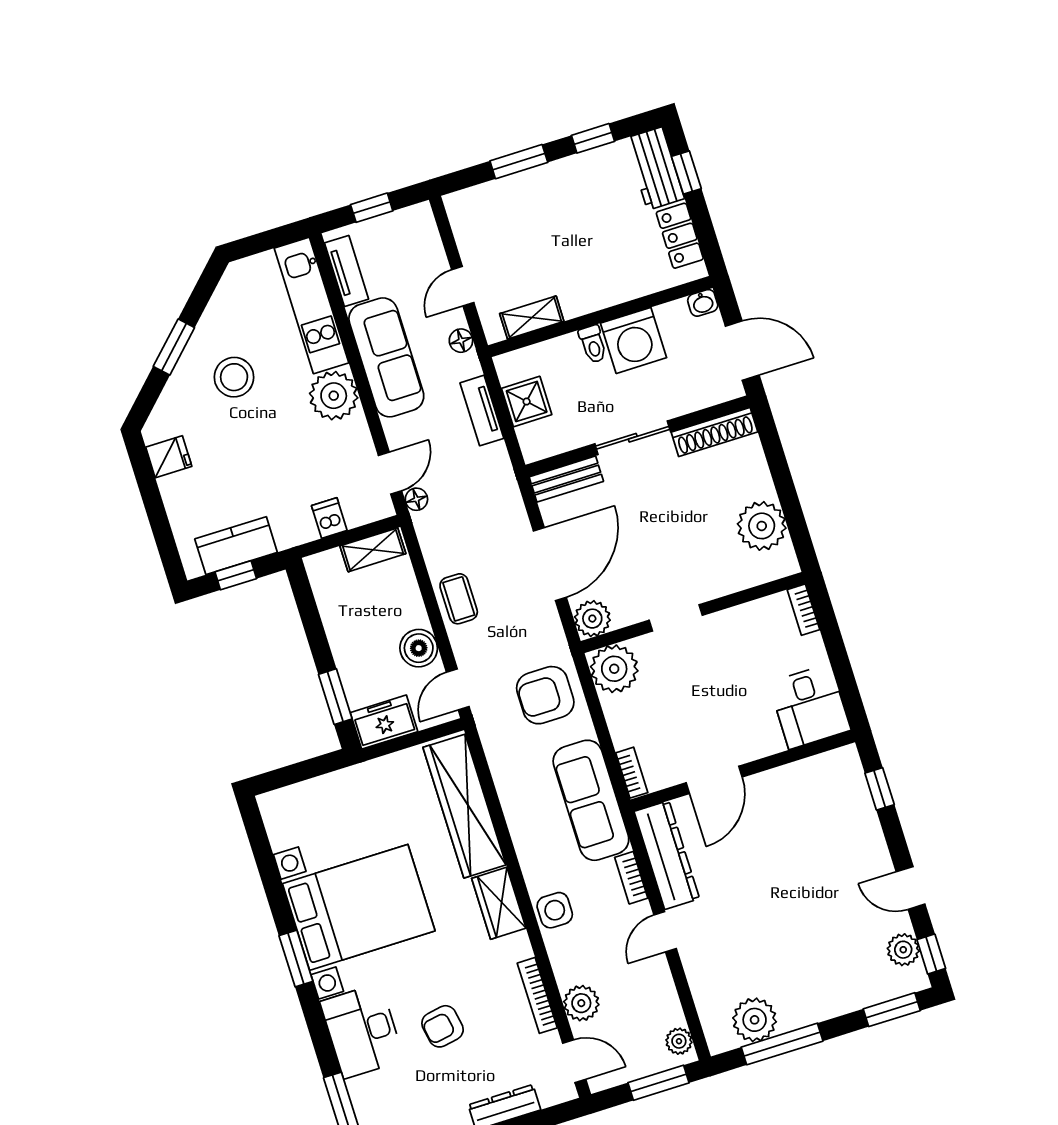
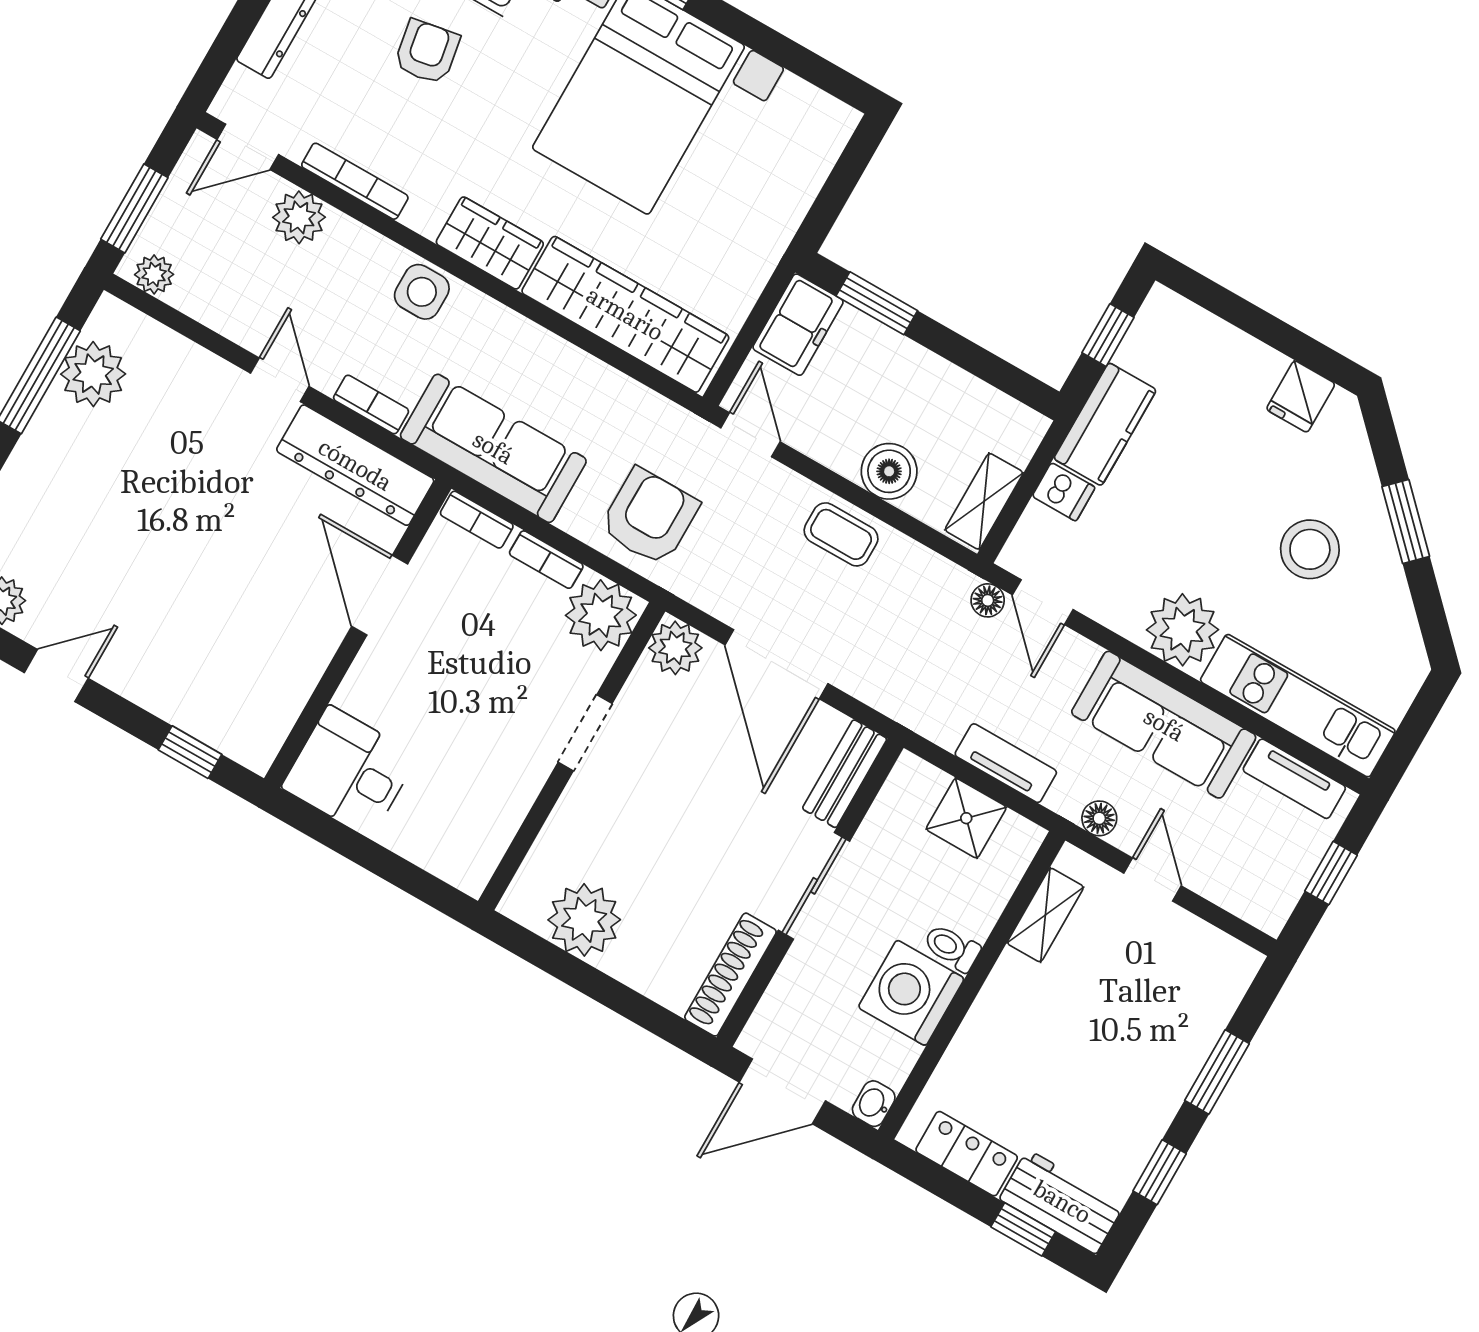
kitchen counter: (236, 546) -> (1105, 424), moved
bookcase: (803, 610) -> (546, 560), moved, turned 180
boiler: (419, 648) -> (889, 471), moved

